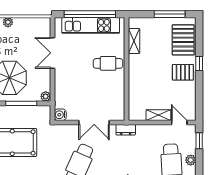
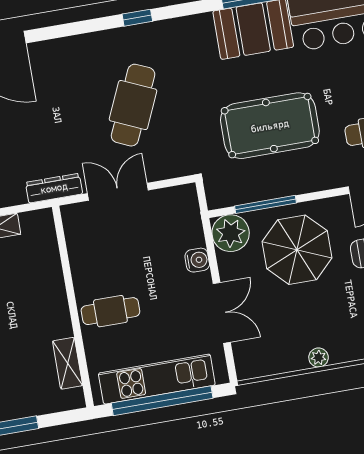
plant: (46, 96) -> (231, 233), width x1.88, depth x1.88
water cooler: (60, 115) -> (197, 260), moved
dresser: (126, 130) -> (54, 188), width x1.44

